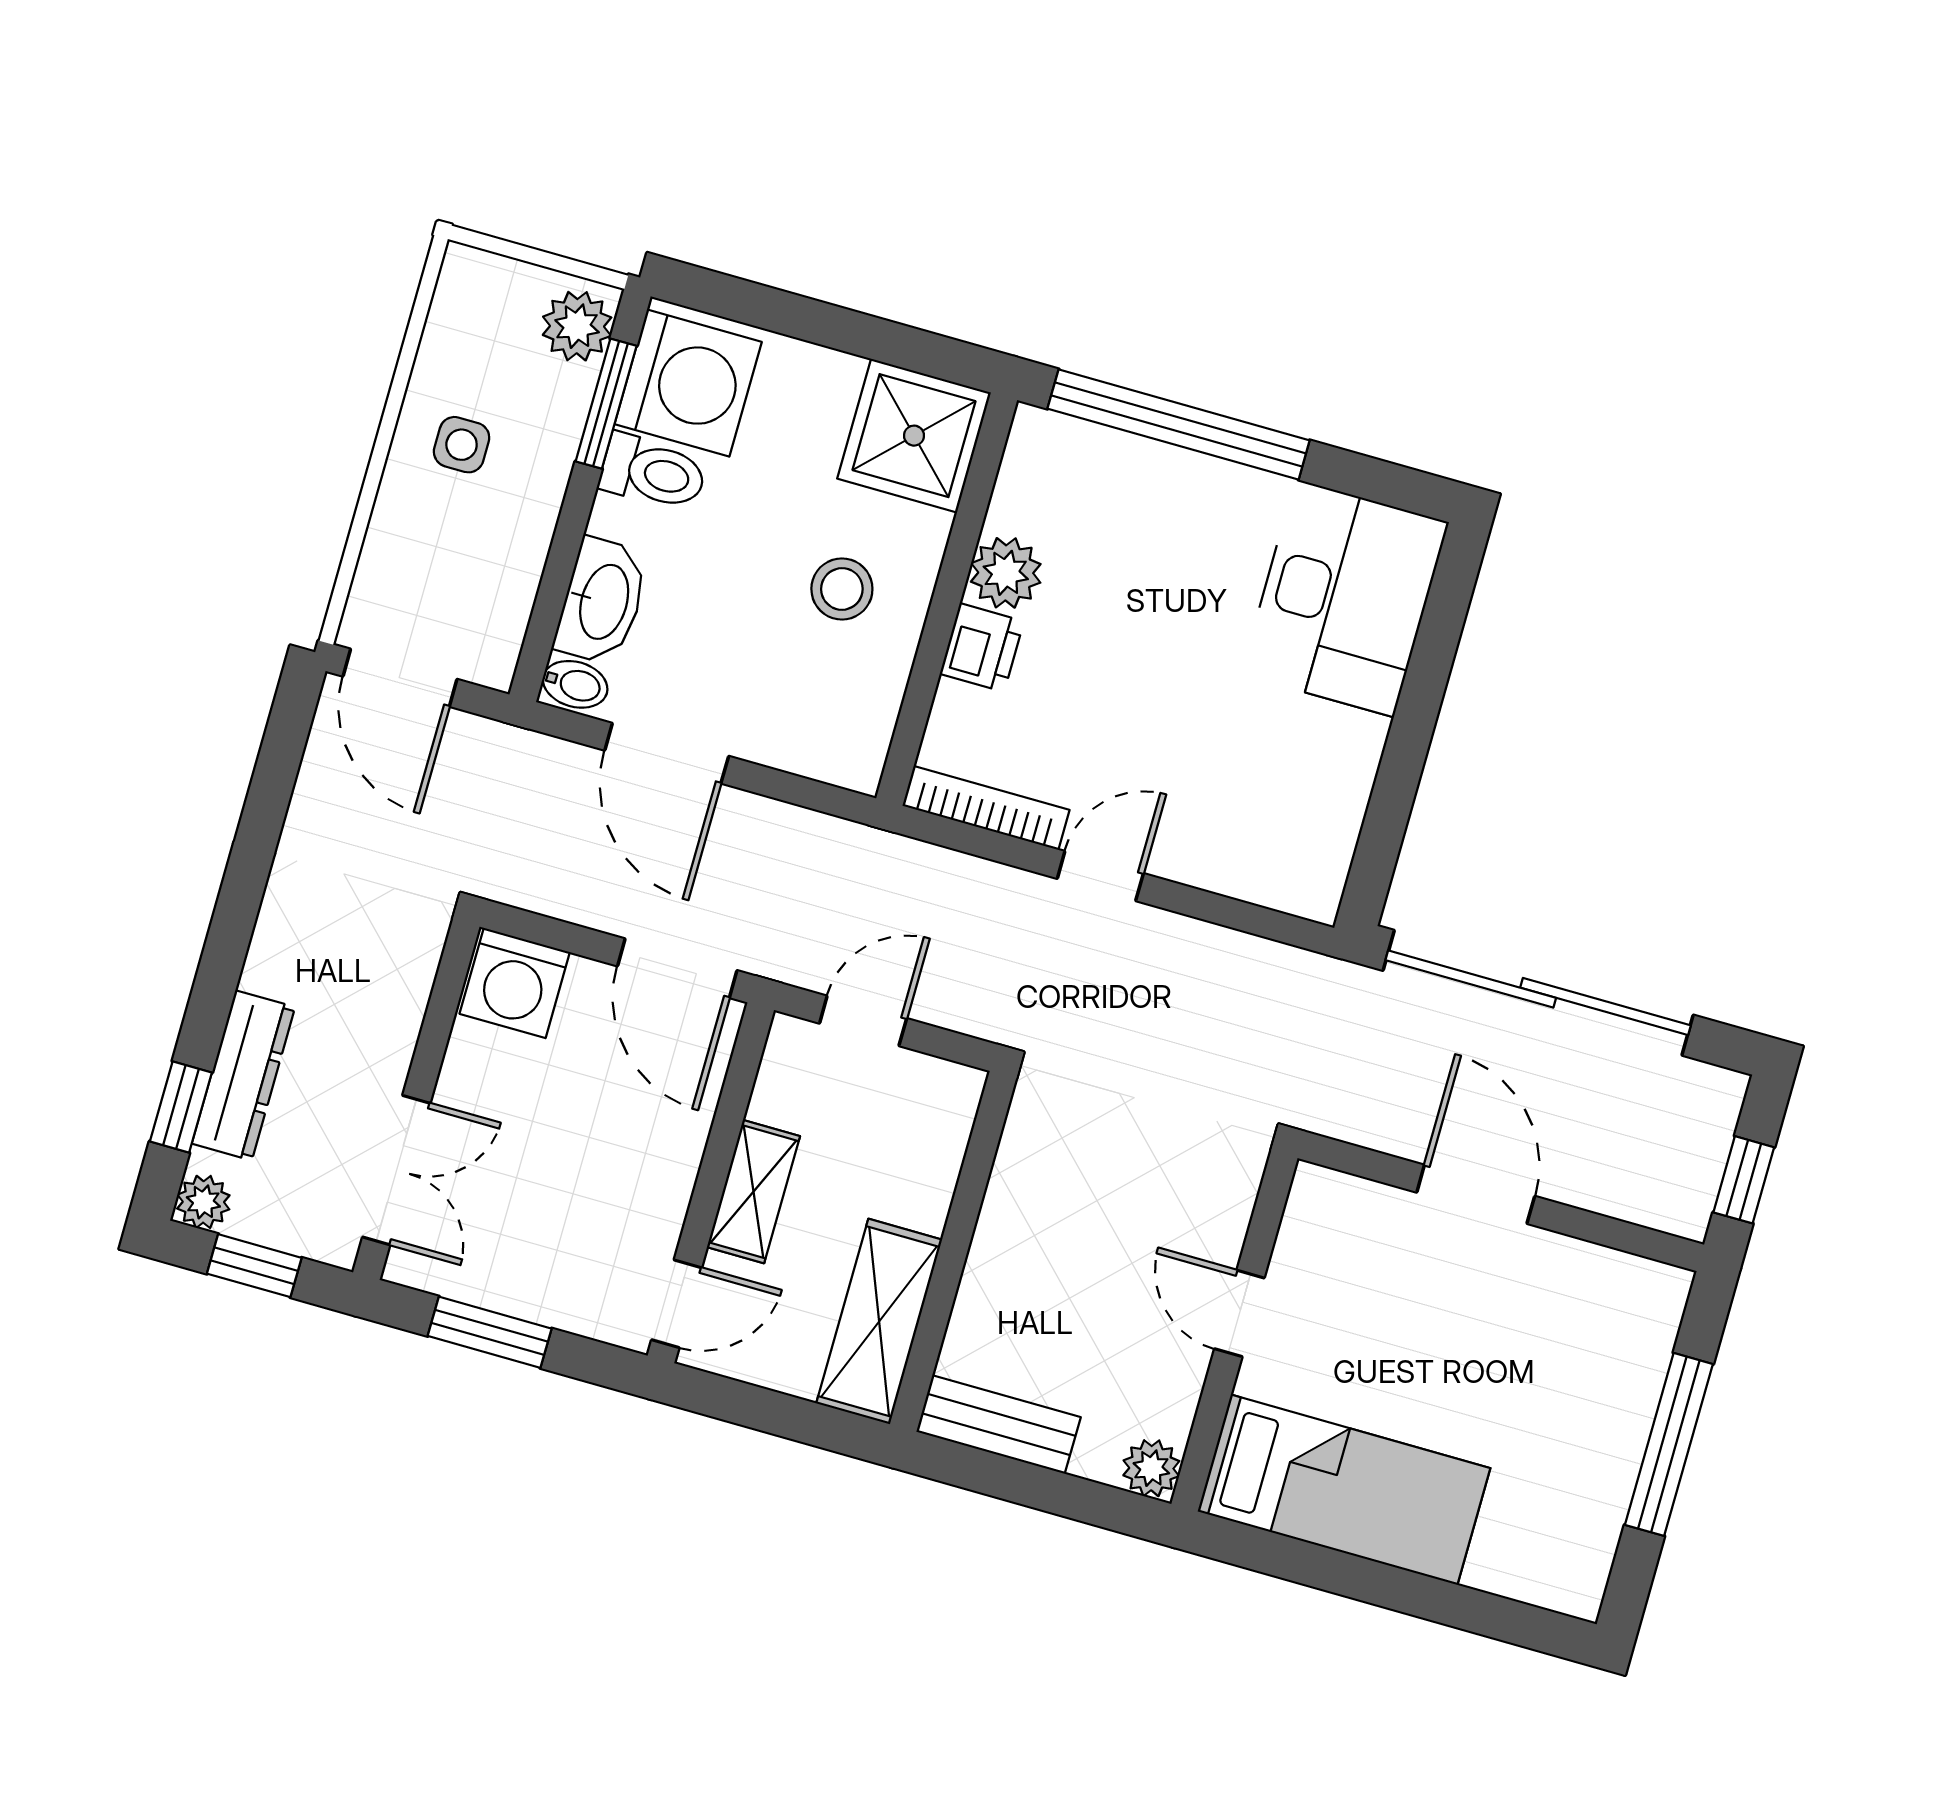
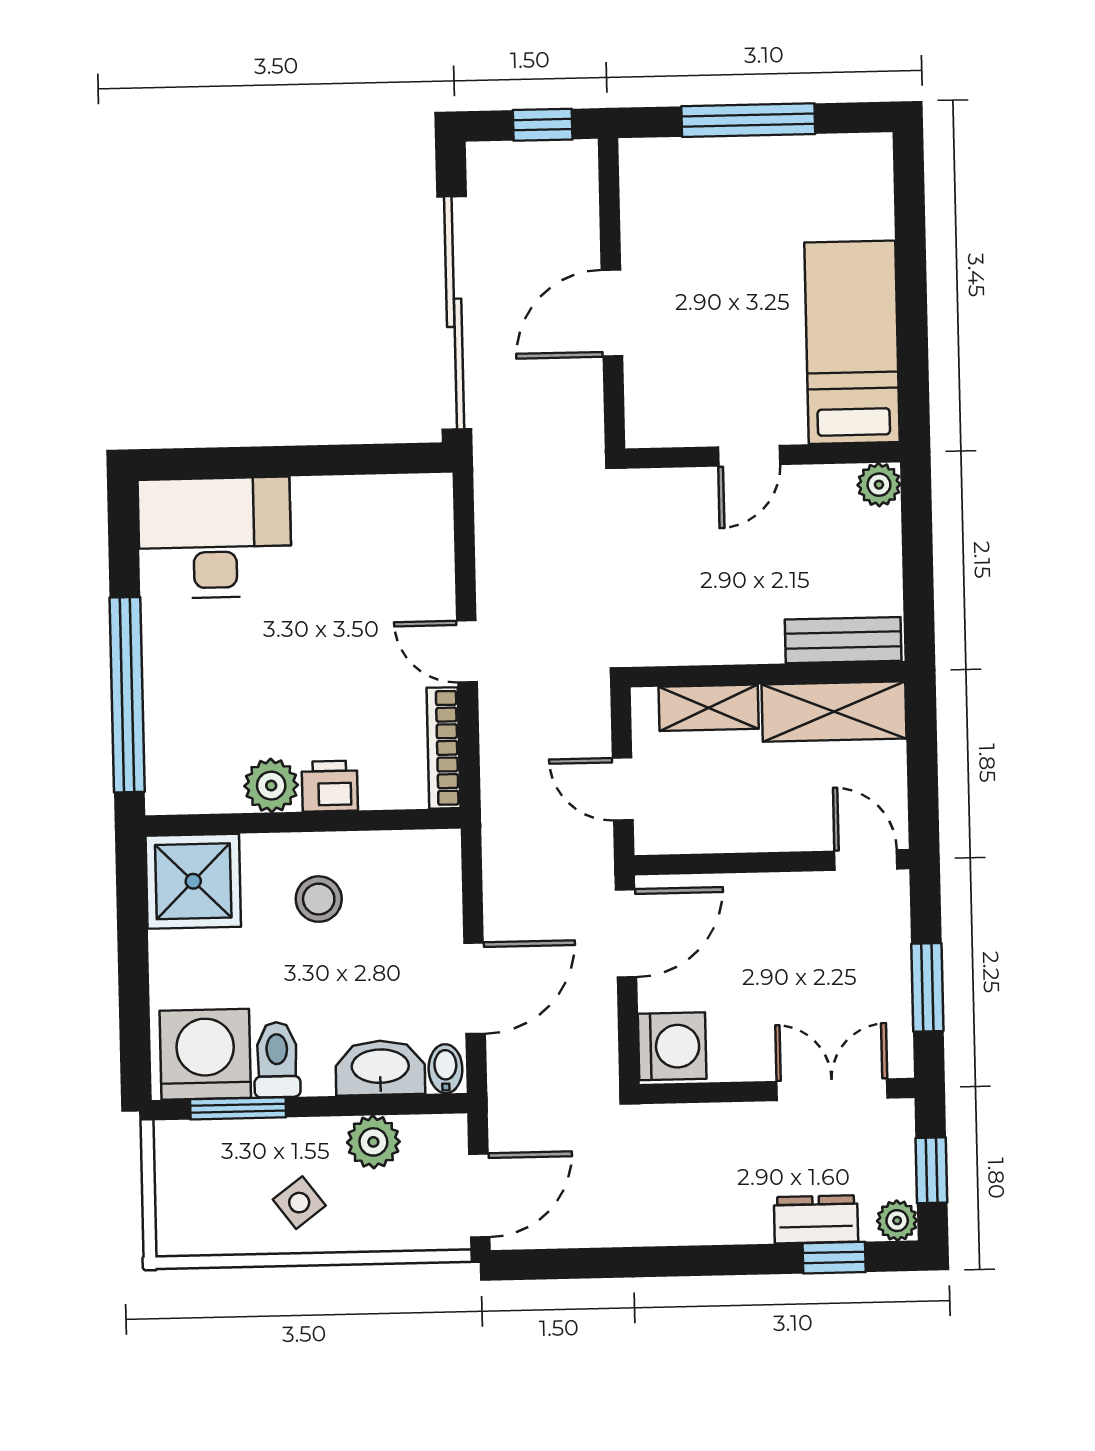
plant: (577, 326) -> (373, 1142), moved
side table: (462, 445) -> (299, 1203), turned -37
dresser: (244, 1075) -> (816, 1219), width x0.70
shelving: (753, 1192) -> (709, 708), moved
bench: (998, 1424) -> (843, 640), moved, turned 90

